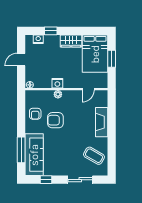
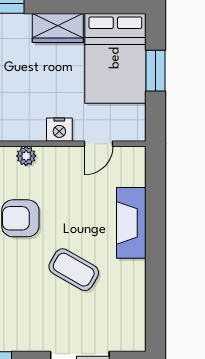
nightstand: (57, 83) -> (59, 130), moved
coffee table: (94, 156) -> (74, 270), moved

